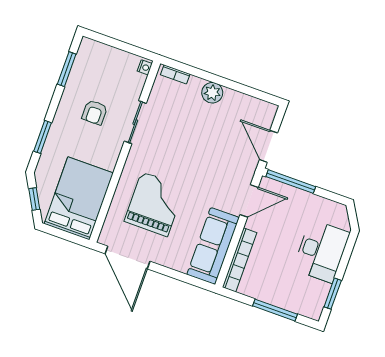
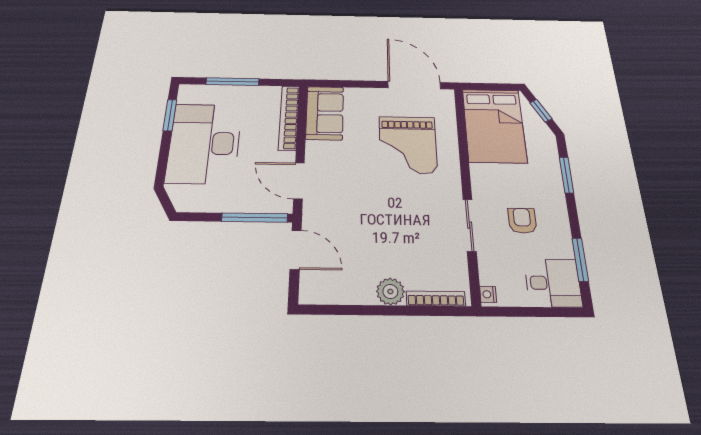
desk: (95, 60) -> (553, 283), added
bookcase: (175, 74) -> (436, 299), width x1.56
door: (249, 201) -> (299, 181), hinge flipped
sofa: (213, 246) -> (325, 113), width x0.73
desk: (321, 251) -> (204, 143), width x1.36, depth x1.30

